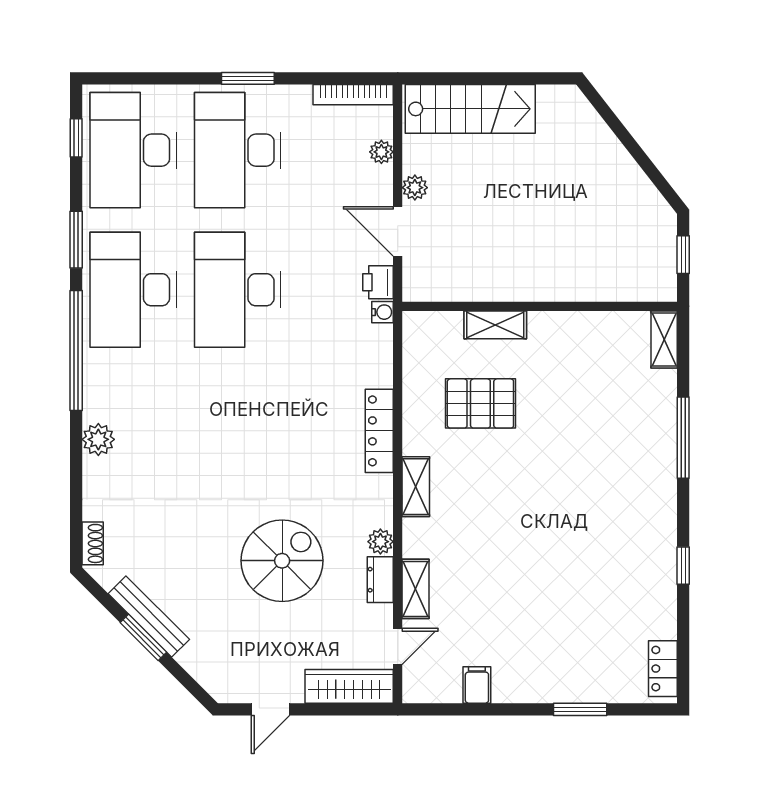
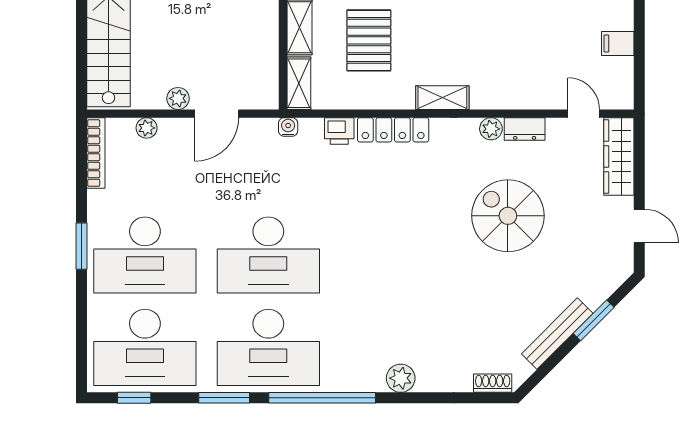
printer: (378, 282) -> (339, 131), moved
shelving: (416, 589) -> (299, 83), moved, turned 90
window: (143, 637) -> (594, 320), moved

